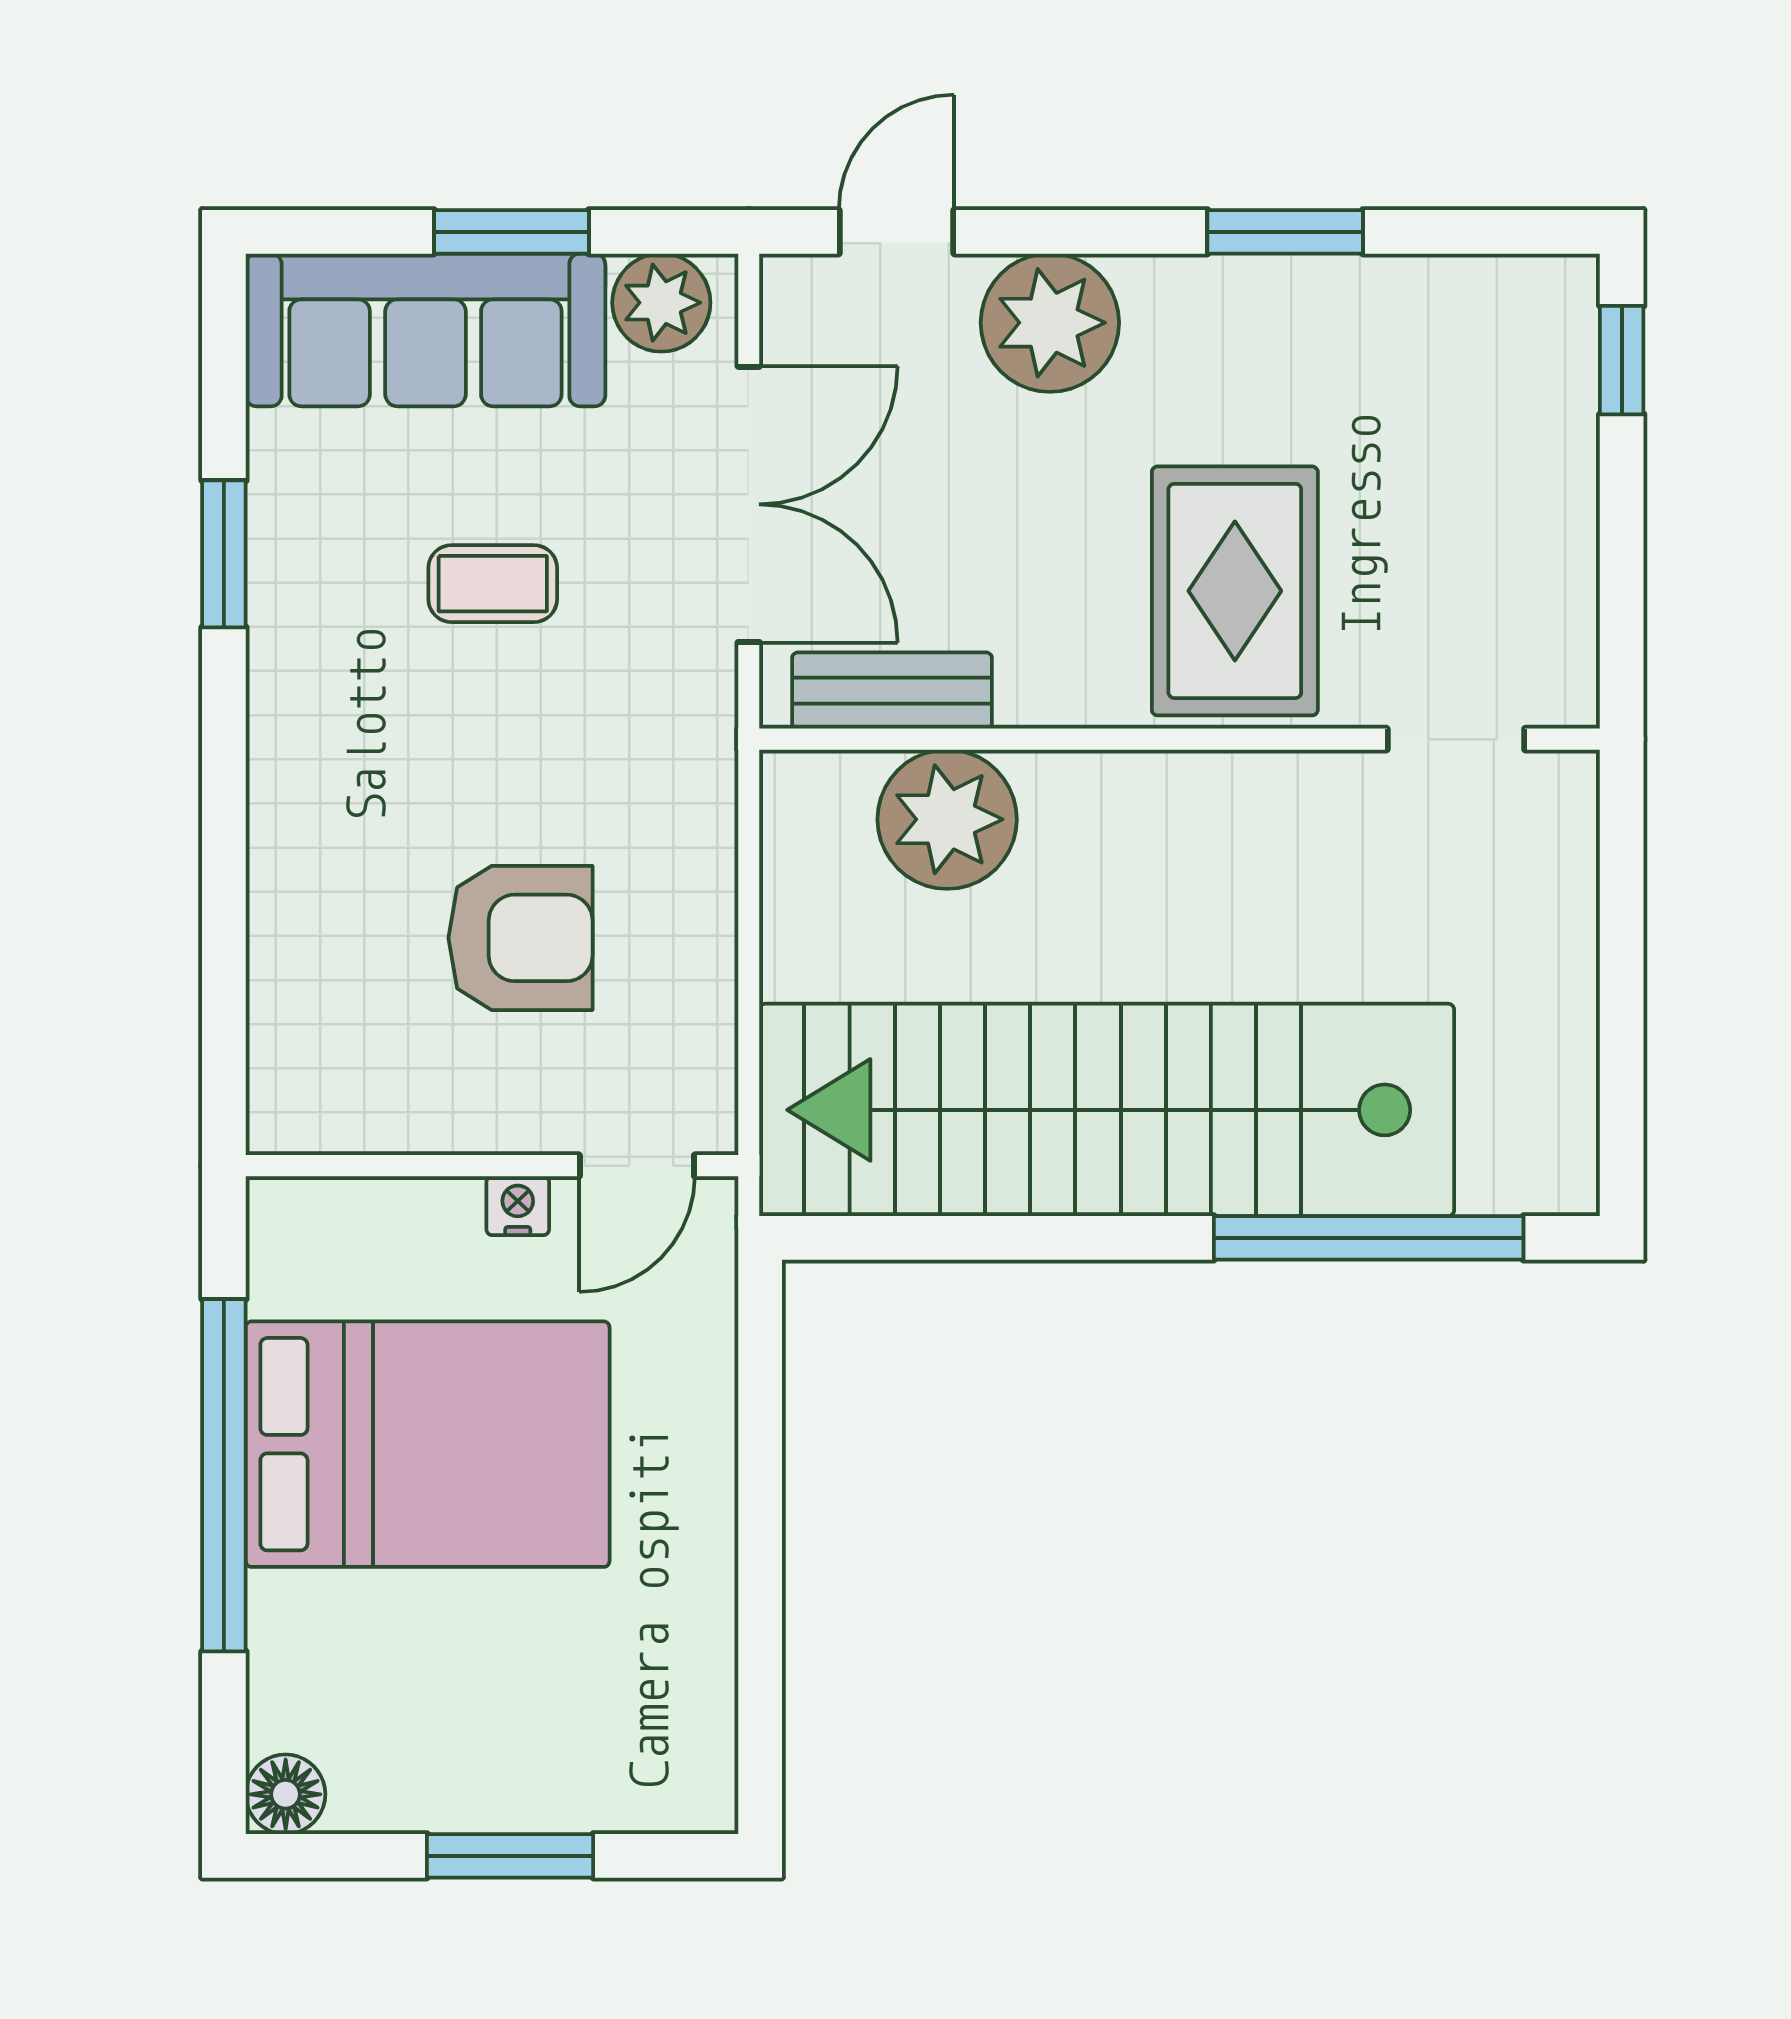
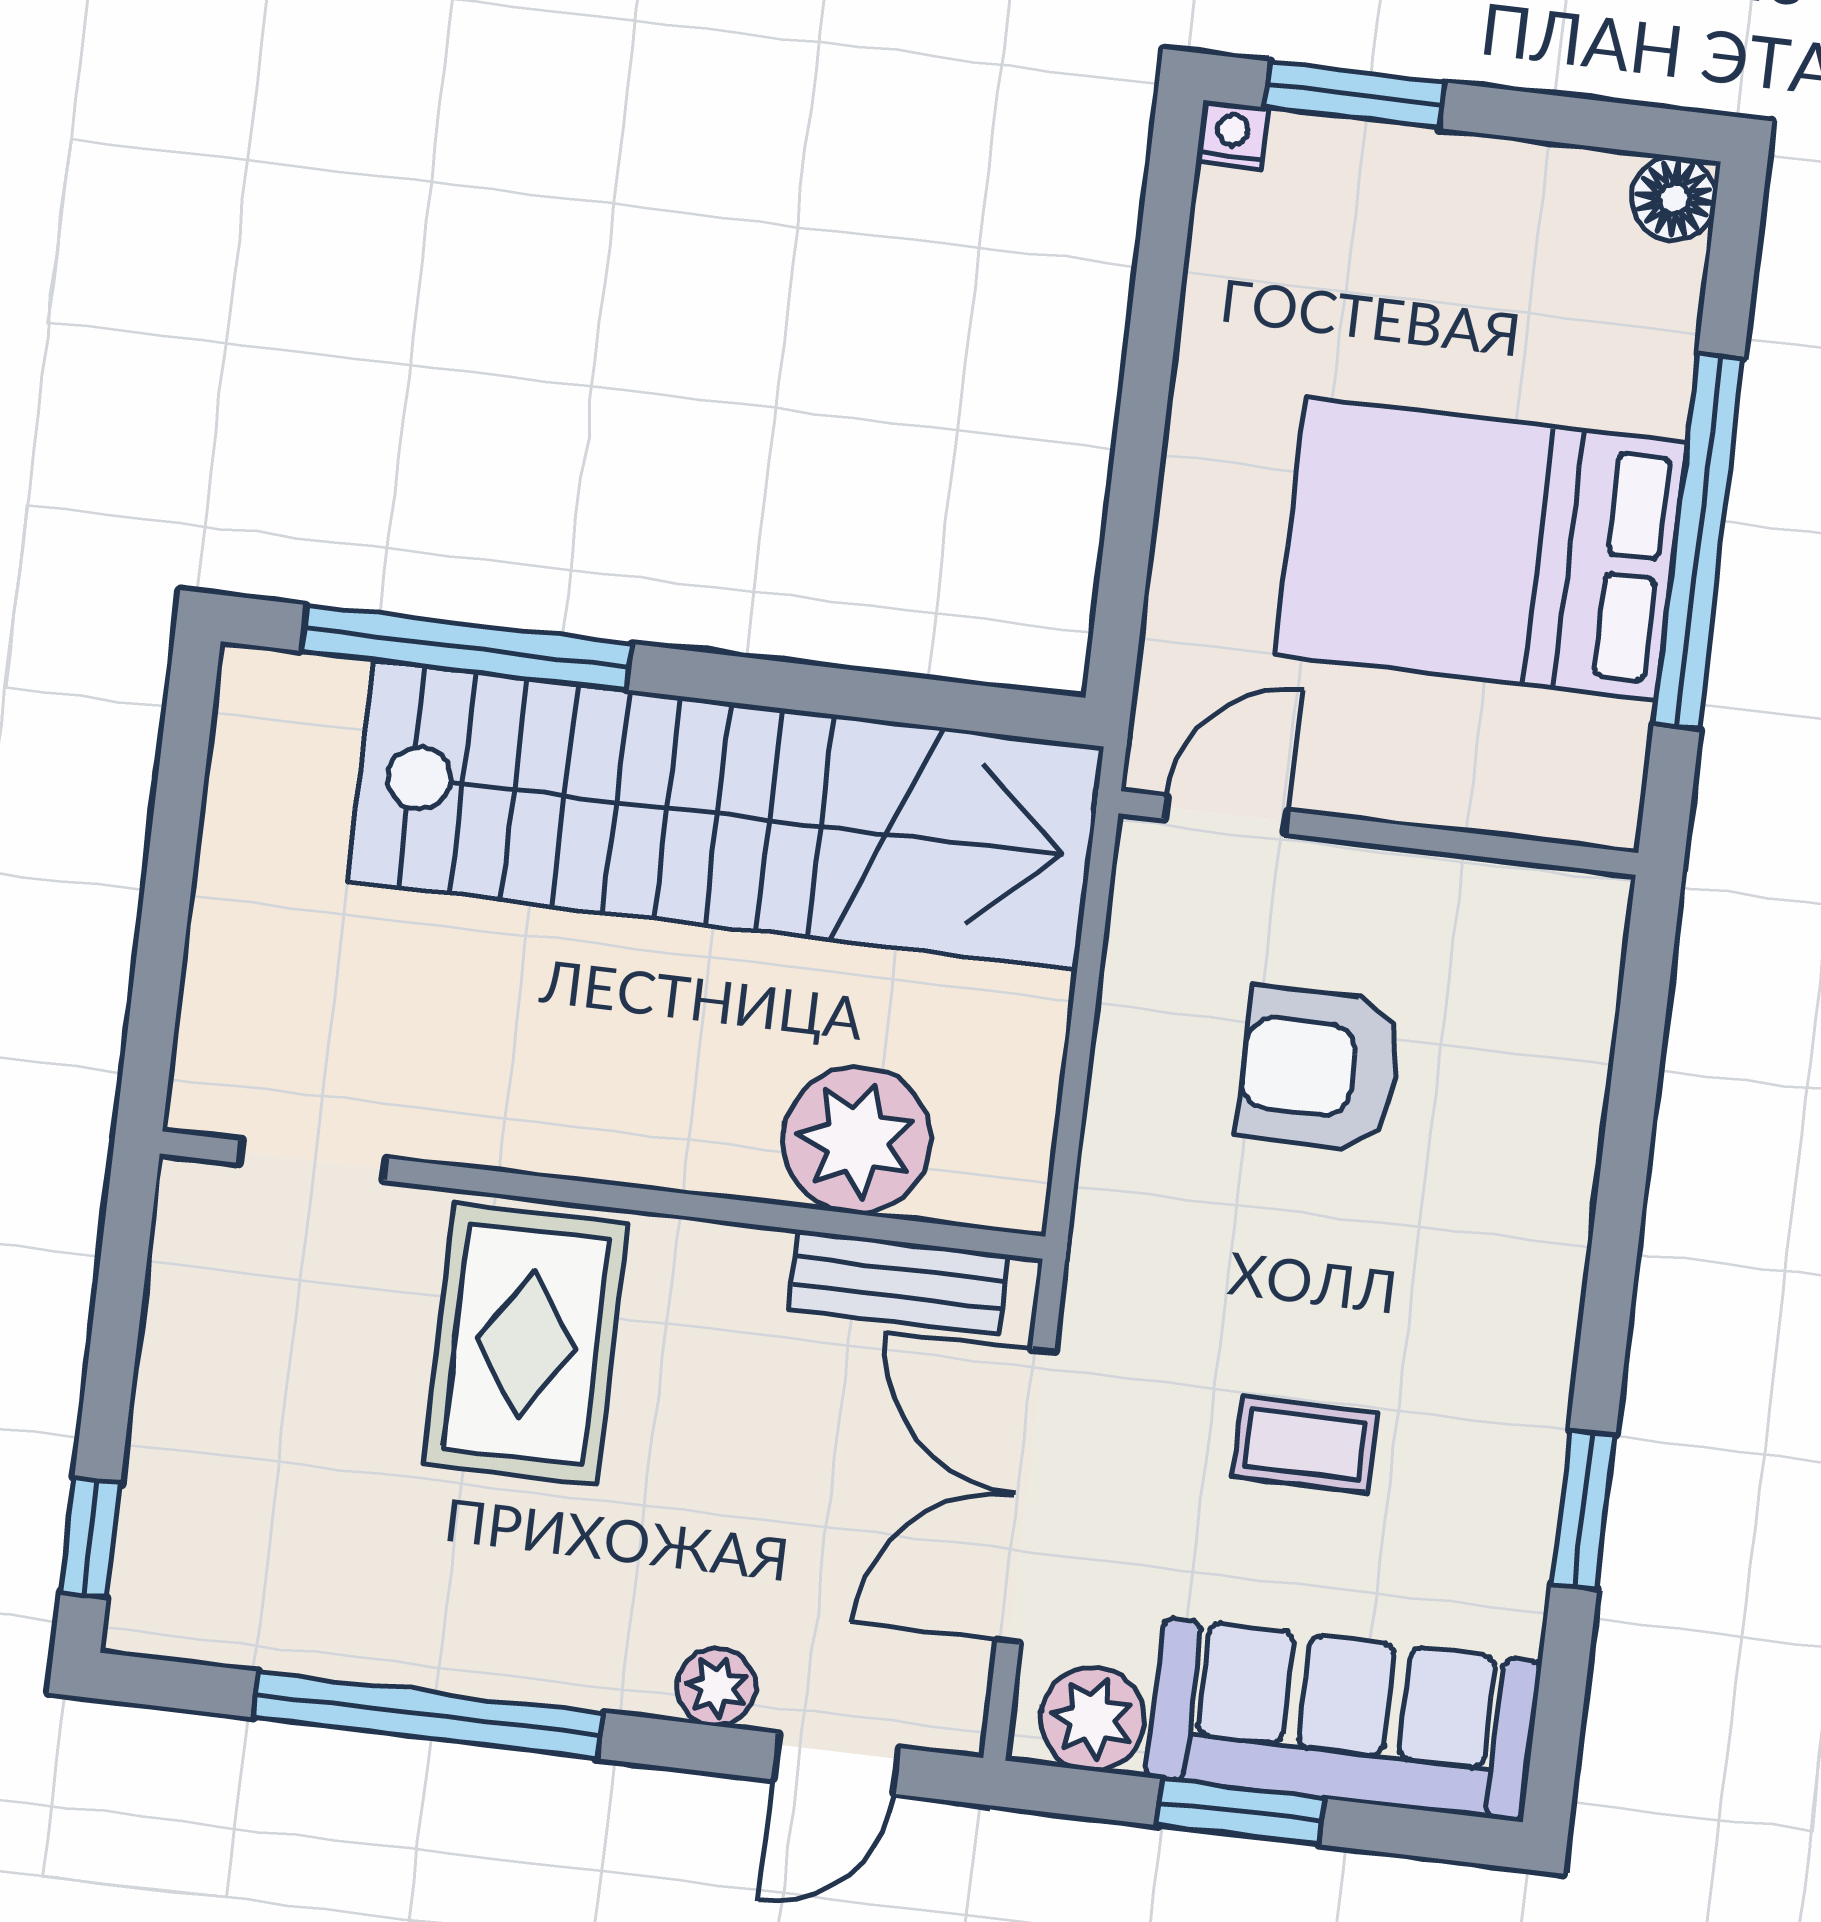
window: (1285, 232) -> (428, 1715), width x2.11
plant: (1050, 323) -> (716, 1687), width x0.53, depth x0.53
nightstand: (518, 1206) -> (1232, 135), moved, turned 180
window: (510, 1856) -> (1355, 95), moved

